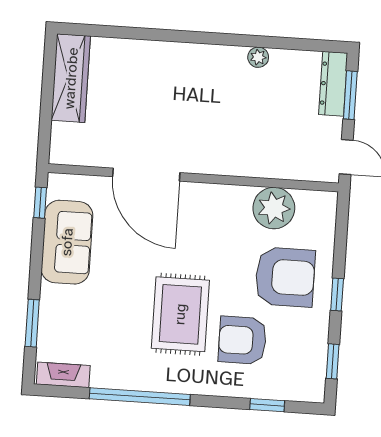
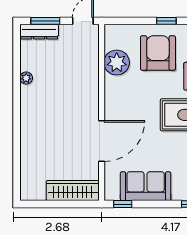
wardrobe: (71, 78) -> (73, 191), moved

